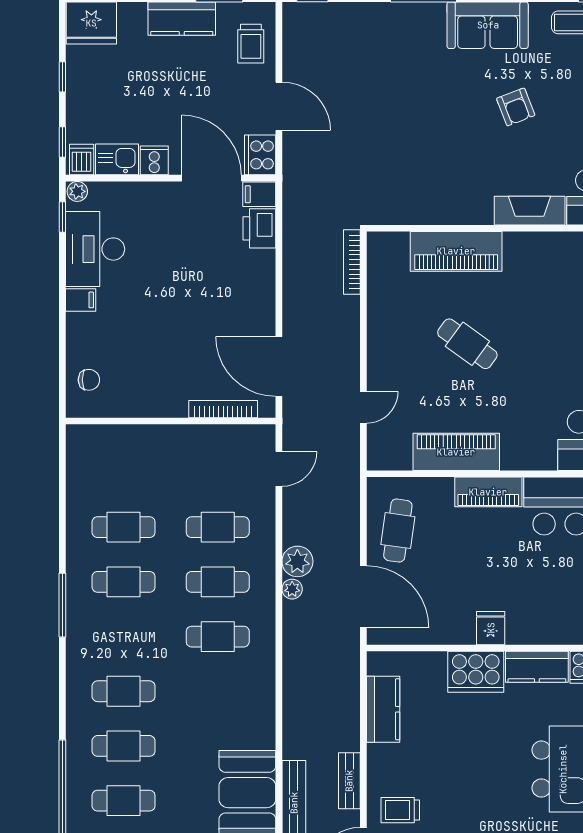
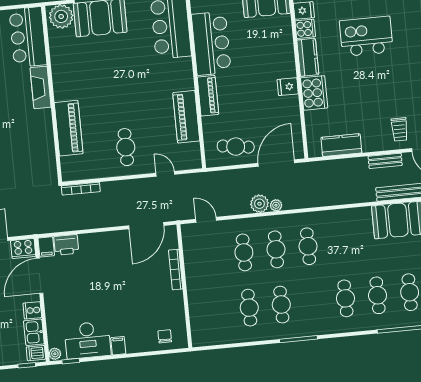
cafe table: (467, 344) -> (126, 147), moved, turned -36
bookcase: (223, 409) -> (176, 269), moved

